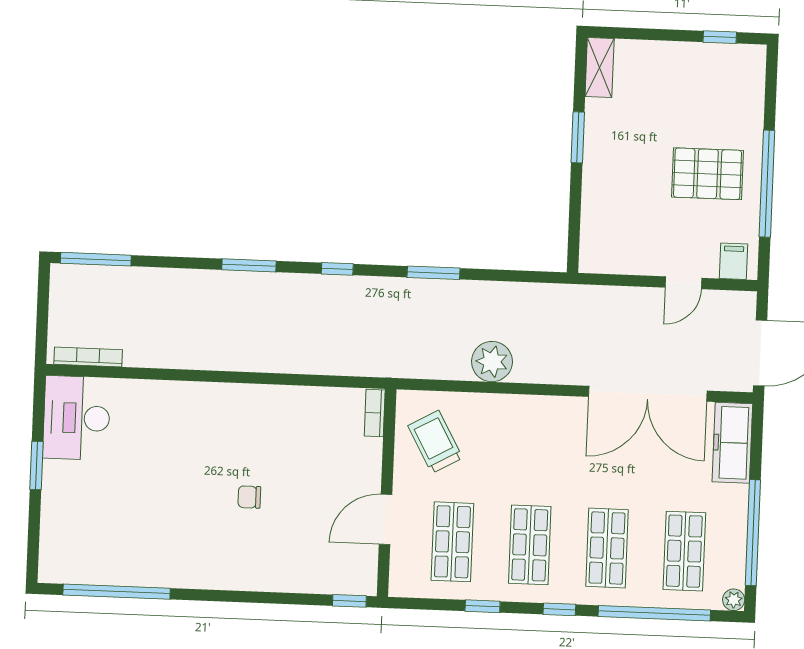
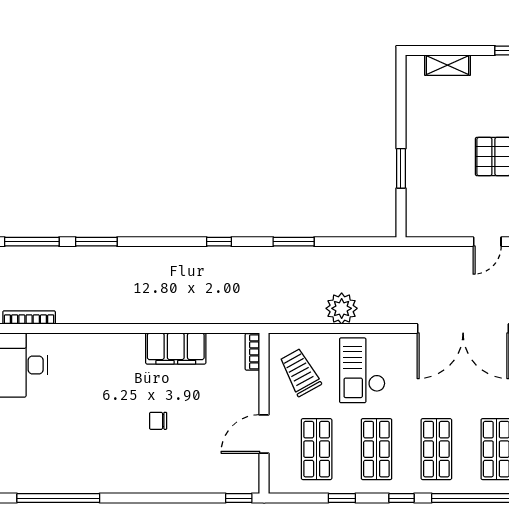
shelving: (600, 67) -> (448, 65), moved, turned 90
window: (578, 137) -> (401, 168), moved
window: (249, 265) -> (96, 242), moved
filing cabinet: (276, 405) -> (176, 348), added
checkout: (515, 442) -> (362, 370), added

